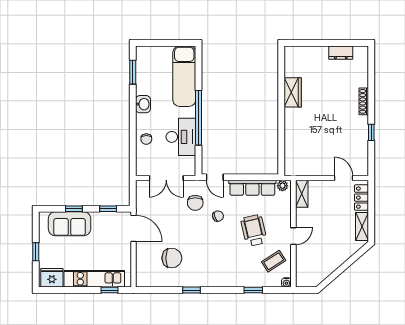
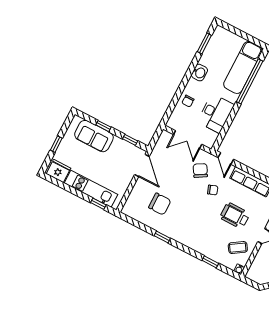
window: (198, 118) -> (250, 81), moved
chair: (195, 203) -> (200, 170), turned 149
wheelchair: (254, 230) -> (235, 216), turned -77

